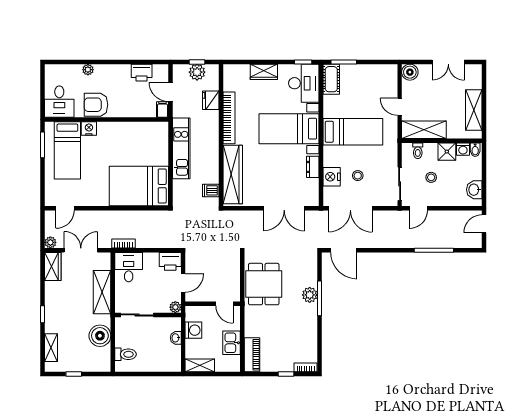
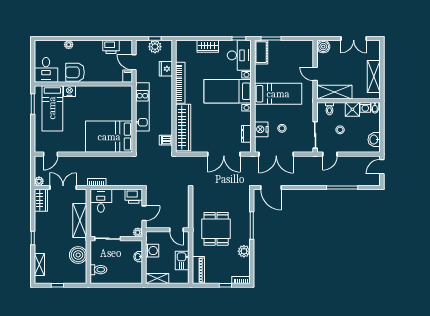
dresser: (313, 167) -> (246, 134), moved
dining table: (264, 284) -> (216, 229), moved
plant: (310, 295) -> (244, 251), moved

